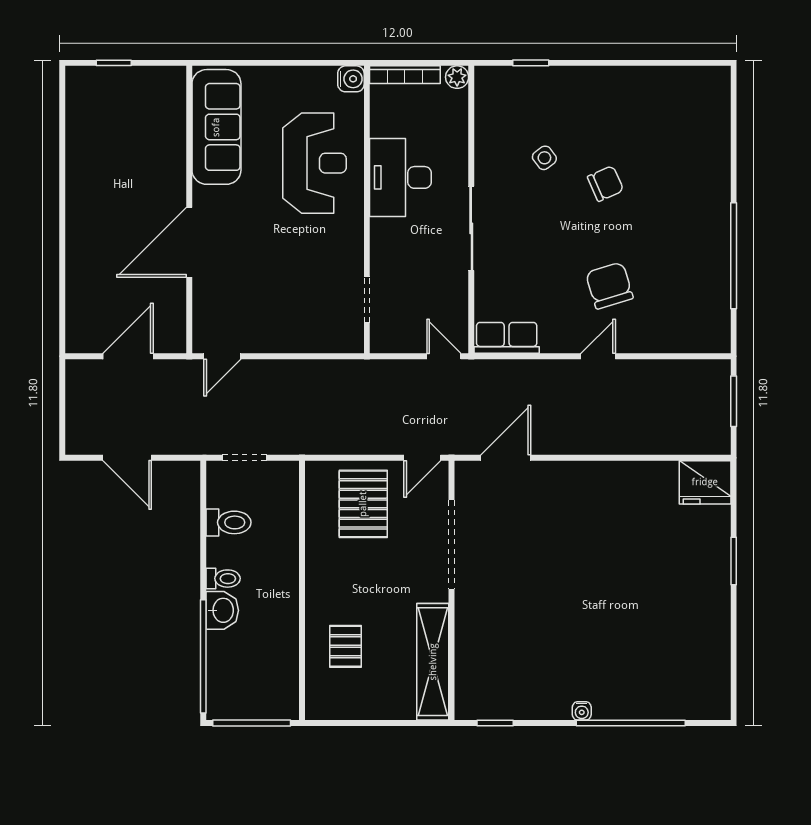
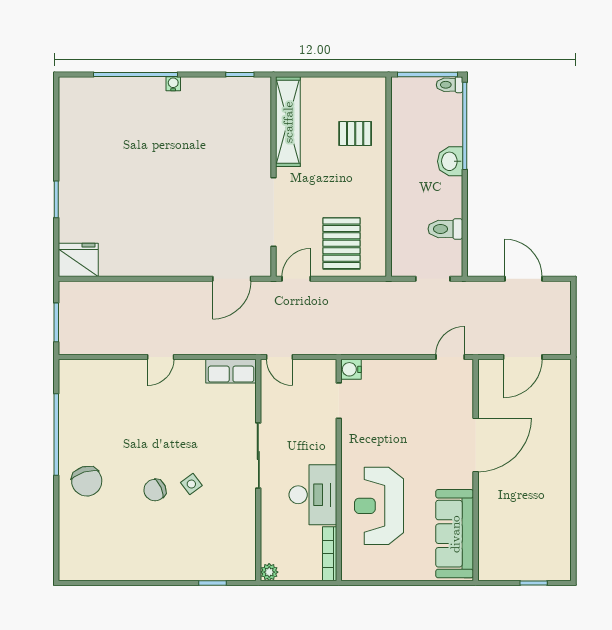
bookcase: (405, 75) -> (330, 554), moved, turned -90
water cooler: (351, 79) -> (351, 369), moved
side table: (544, 158) -> (191, 484), moved
chair: (609, 286) -> (87, 481), moved
toilet: (223, 579) -> (449, 85), moved
pallet: (346, 646) -> (355, 134), turned 90

